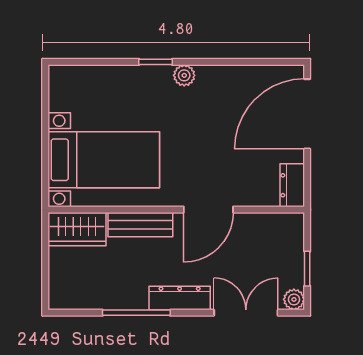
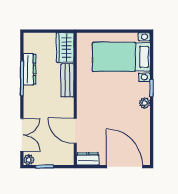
bed with nightstands: (104, 160) -> (121, 57), moved, turned 90
door: (208, 210) -> (75, 131), moved
dresser: (180, 298) -> (29, 69), moved

